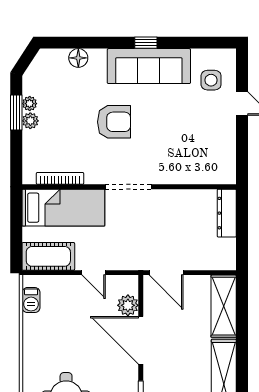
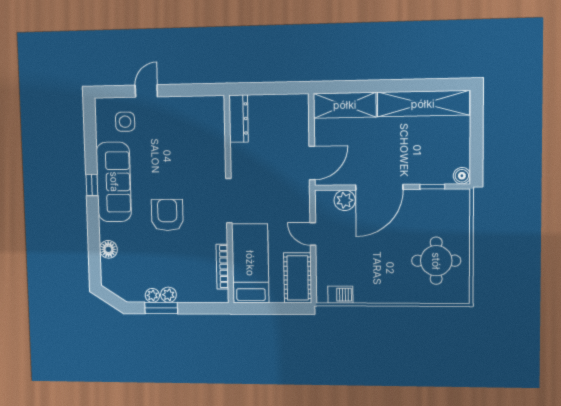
dresser: (227, 213) -> (239, 119), moved, turned -90
door: (94, 273) -> (313, 234), swing flipped

